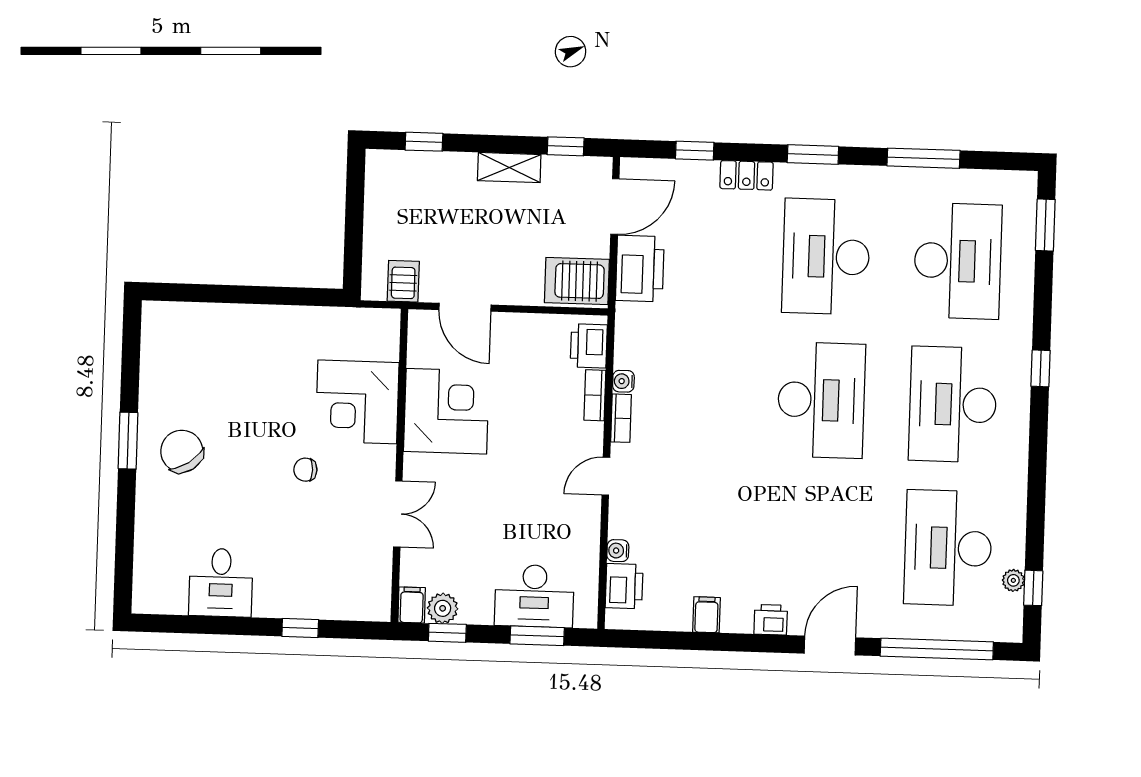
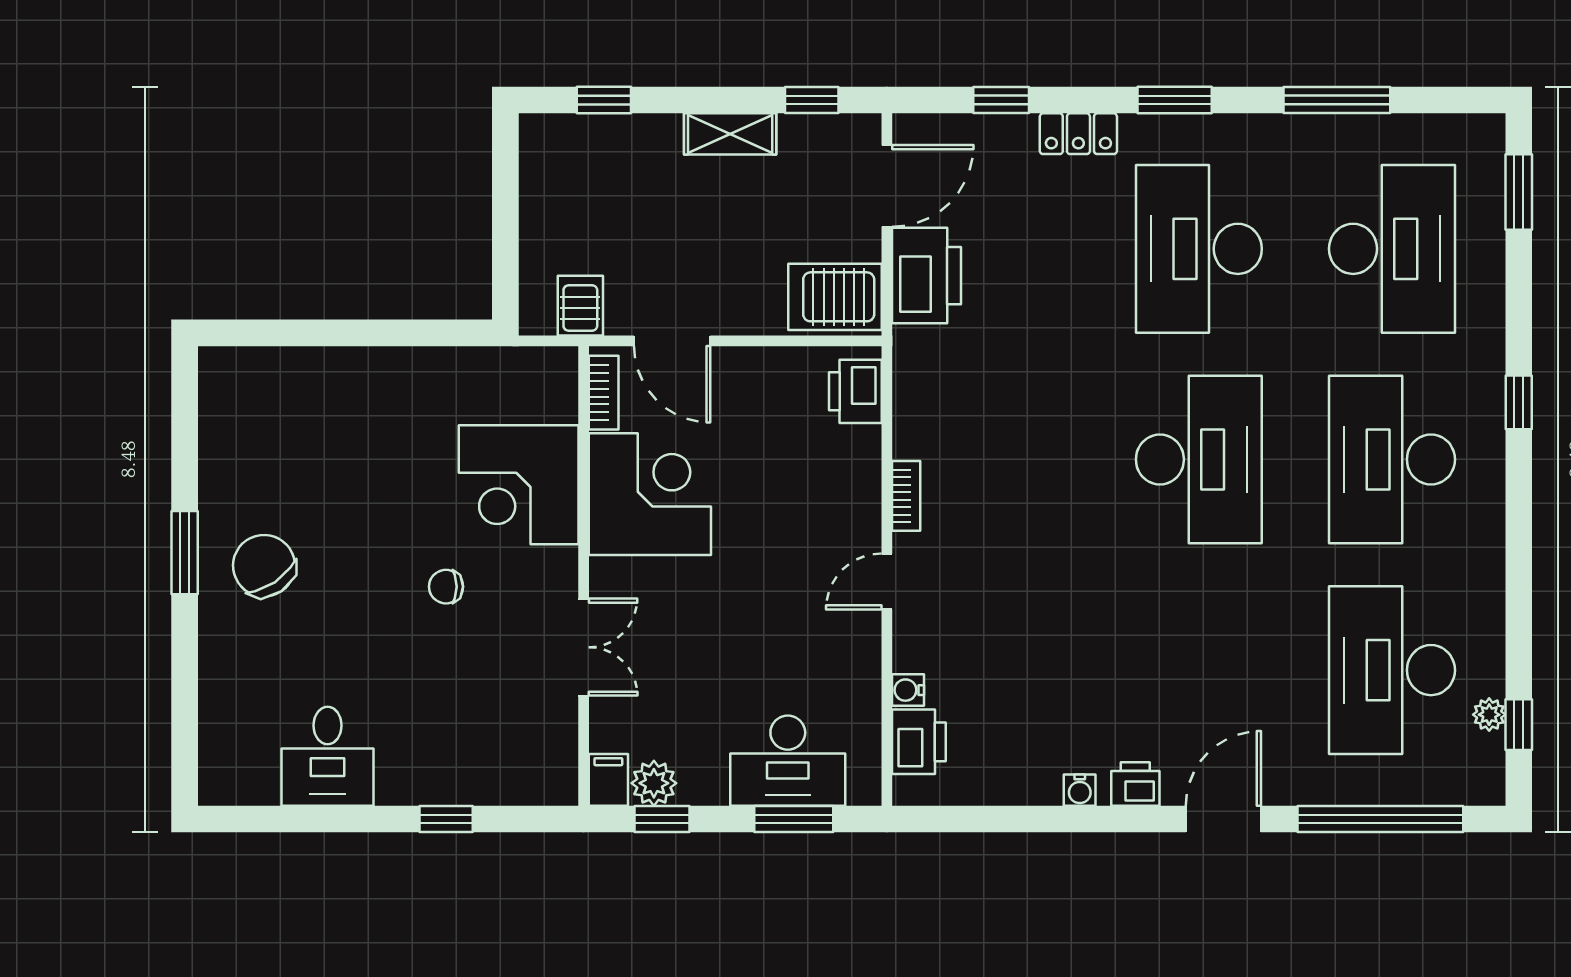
water cooler: (623, 381) -> (1080, 790), moved, turned -90
bookcase: (595, 395) -> (604, 393), moved, turned 180
filing cabinet: (706, 615) -> (1041, 780), removed

